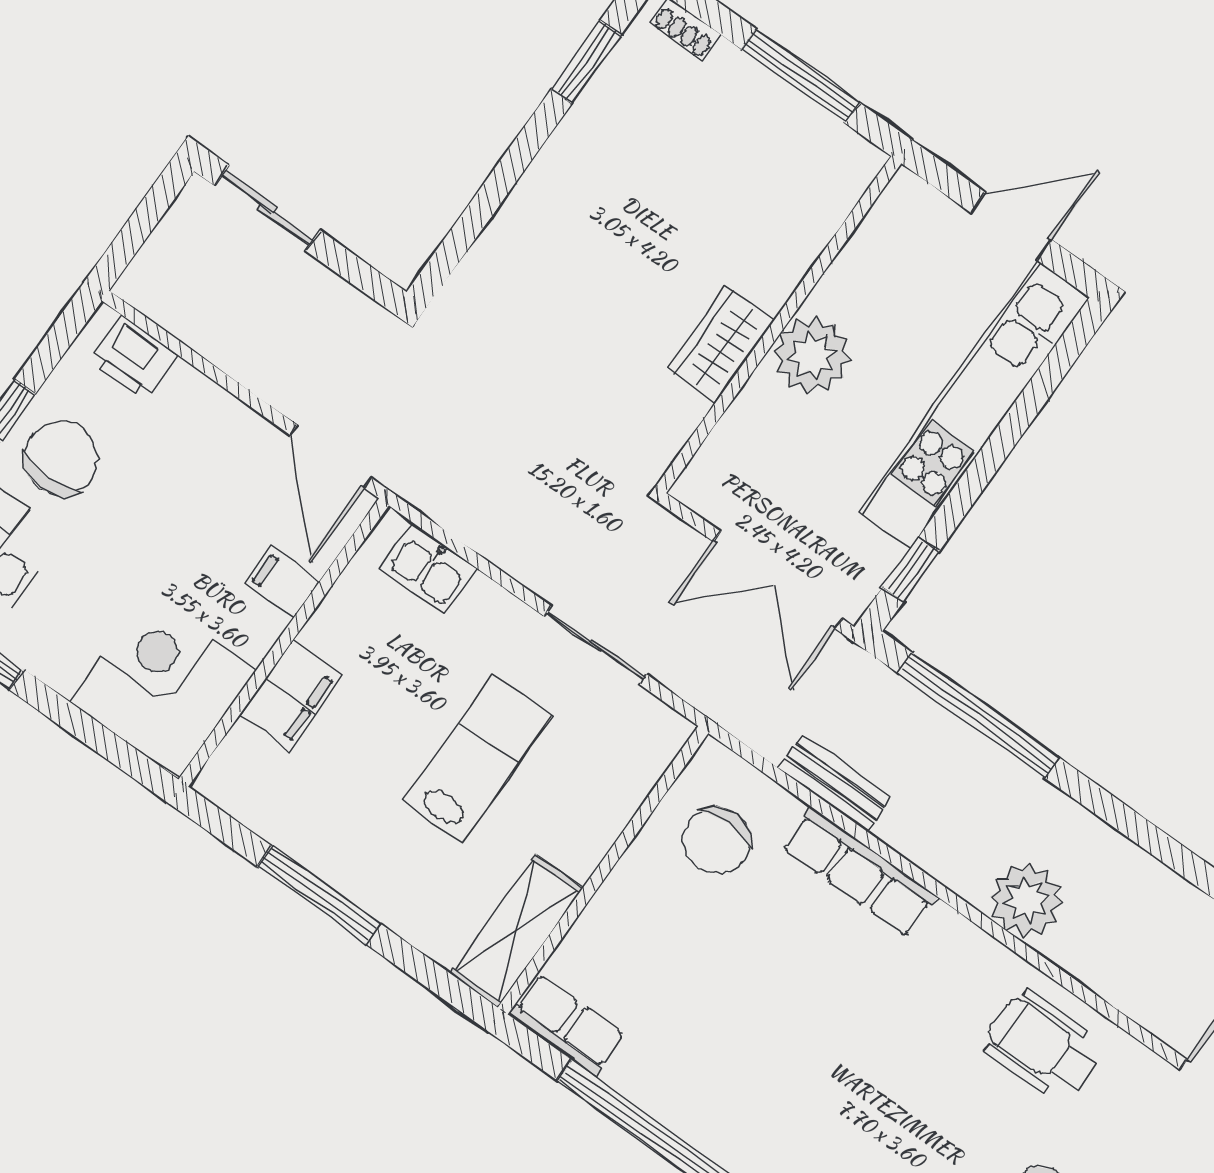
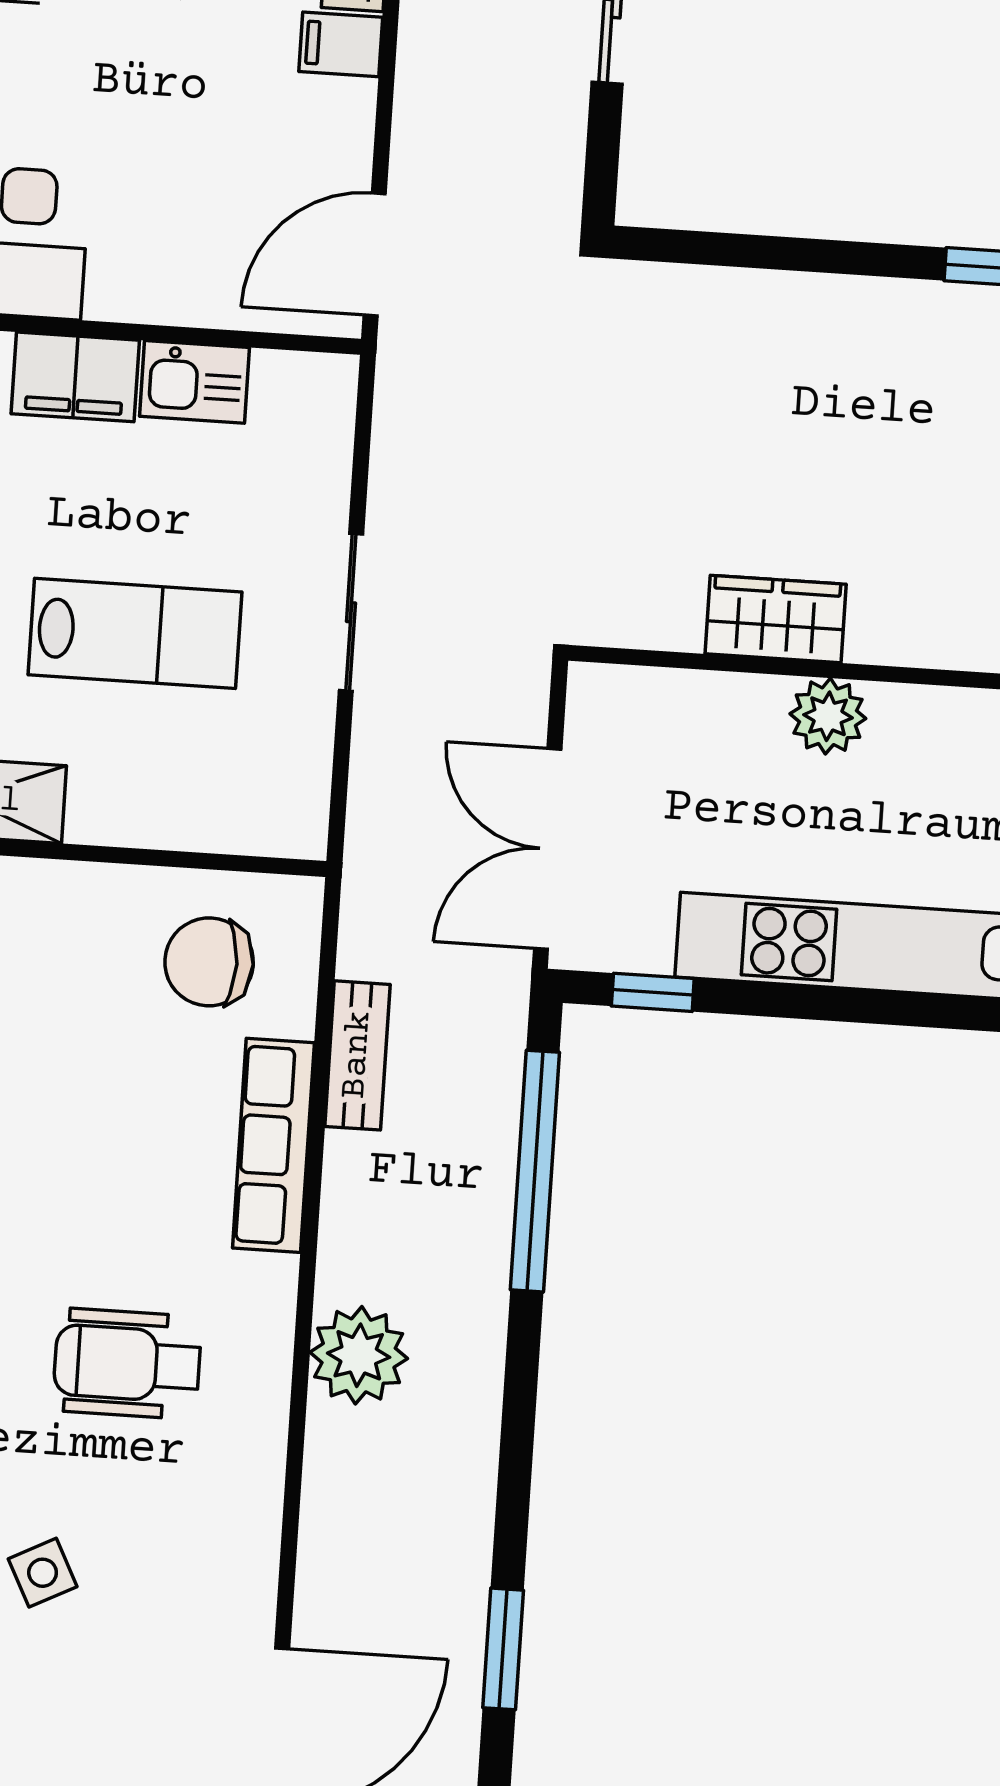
plant: (812, 355) -> (828, 716), width x0.73, depth x0.73
kitchen sink: (428, 568) -> (194, 382), moved, turned -90
filing cabinet: (282, 582) -> (341, 44), moved, turned -90
sliding door: (595, 645) -> (351, 612), moved
wheelchair: (1043, 1046) -> (127, 1364), moved, turned -90

